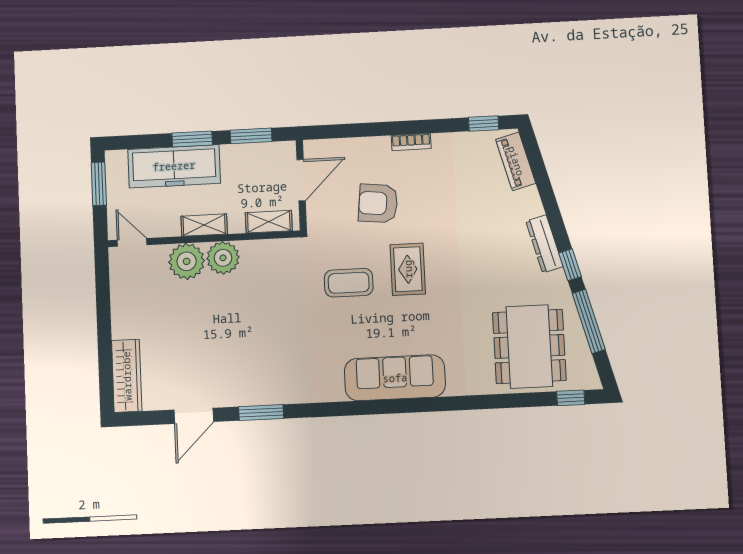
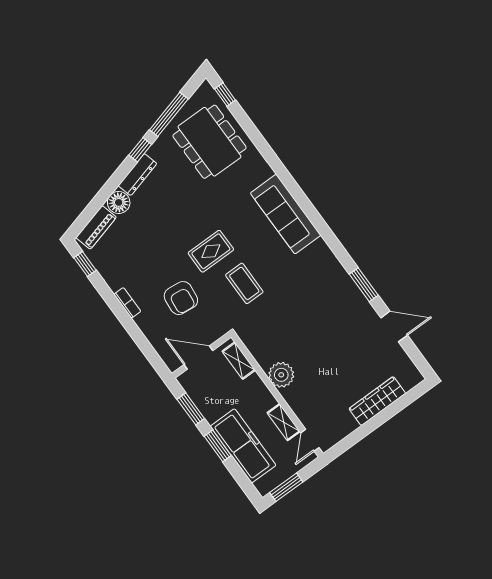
floor lamp: (527, 203) -> (119, 202), added
shelving: (204, 225) -> (284, 422), moved
plant: (187, 261) -> (299, 397), removed
dining table: (529, 346) -> (209, 142), turned 90
wardrobe: (127, 376) -> (377, 401), moved

